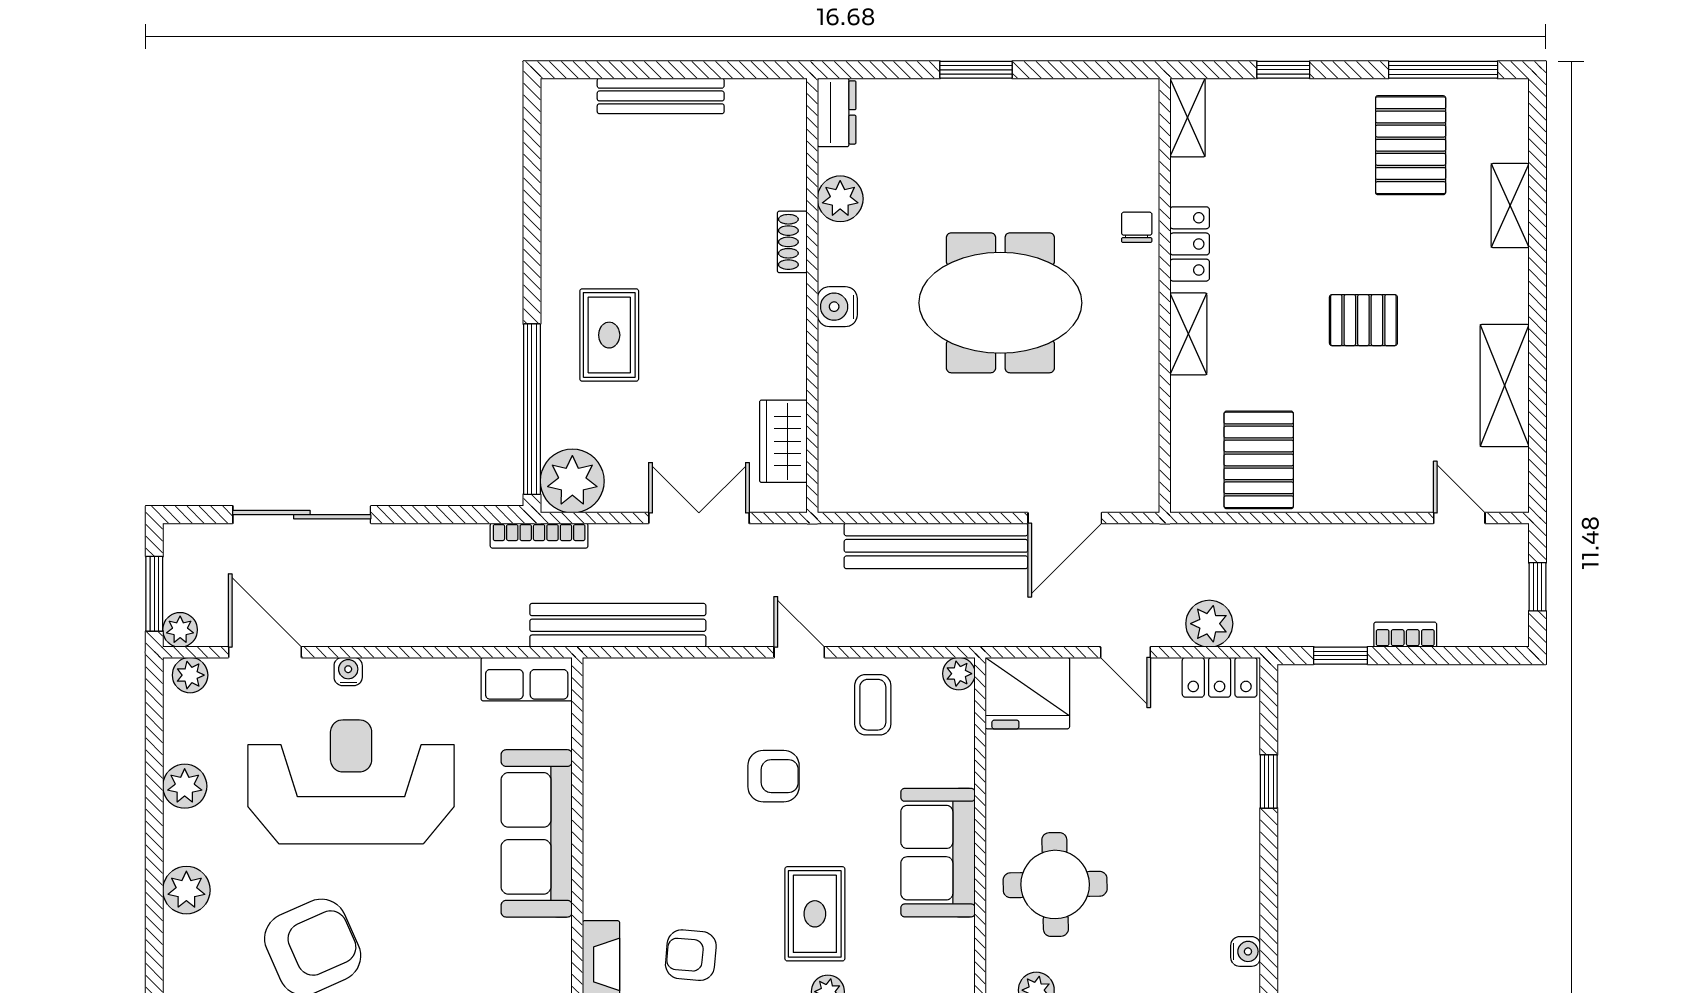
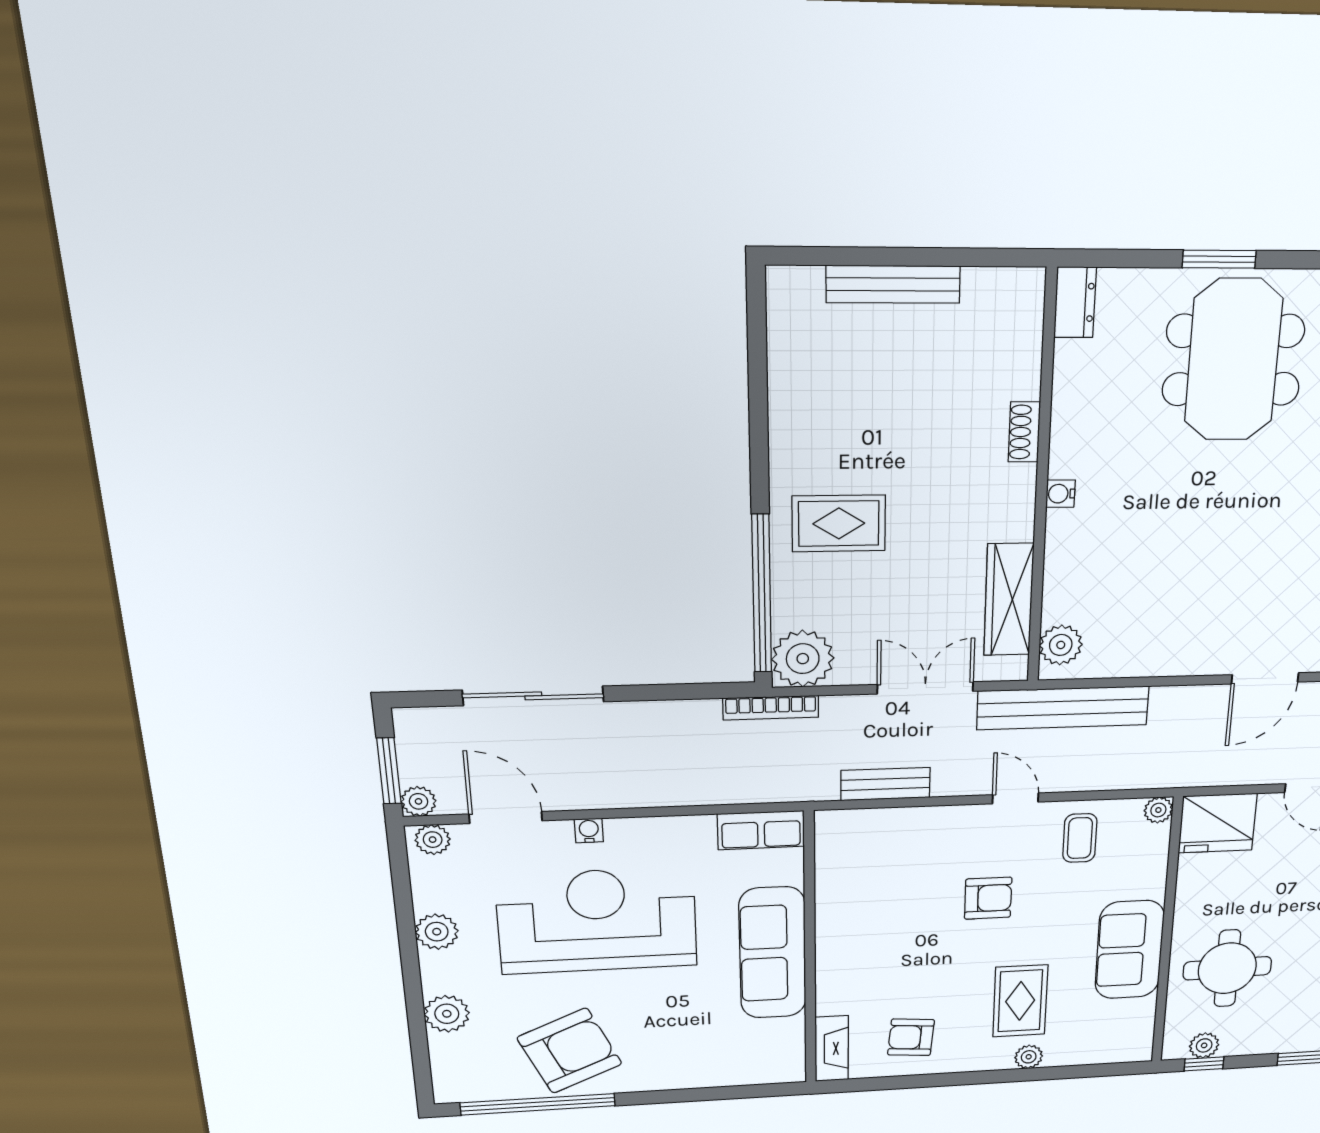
plant: (840, 199) -> (1061, 645), moved
meeting table: (1000, 303) -> (1233, 360), moved, turned 90
water cooler: (837, 307) -> (1060, 494), width x0.72, depth x0.72
rug: (609, 335) -> (839, 523), turned 90
wardrobe: (783, 441) -> (1009, 600), width x1.50
bench: (936, 546) -> (1063, 708), moved
bench: (618, 625) -> (885, 784), width x0.54, depth x0.82

